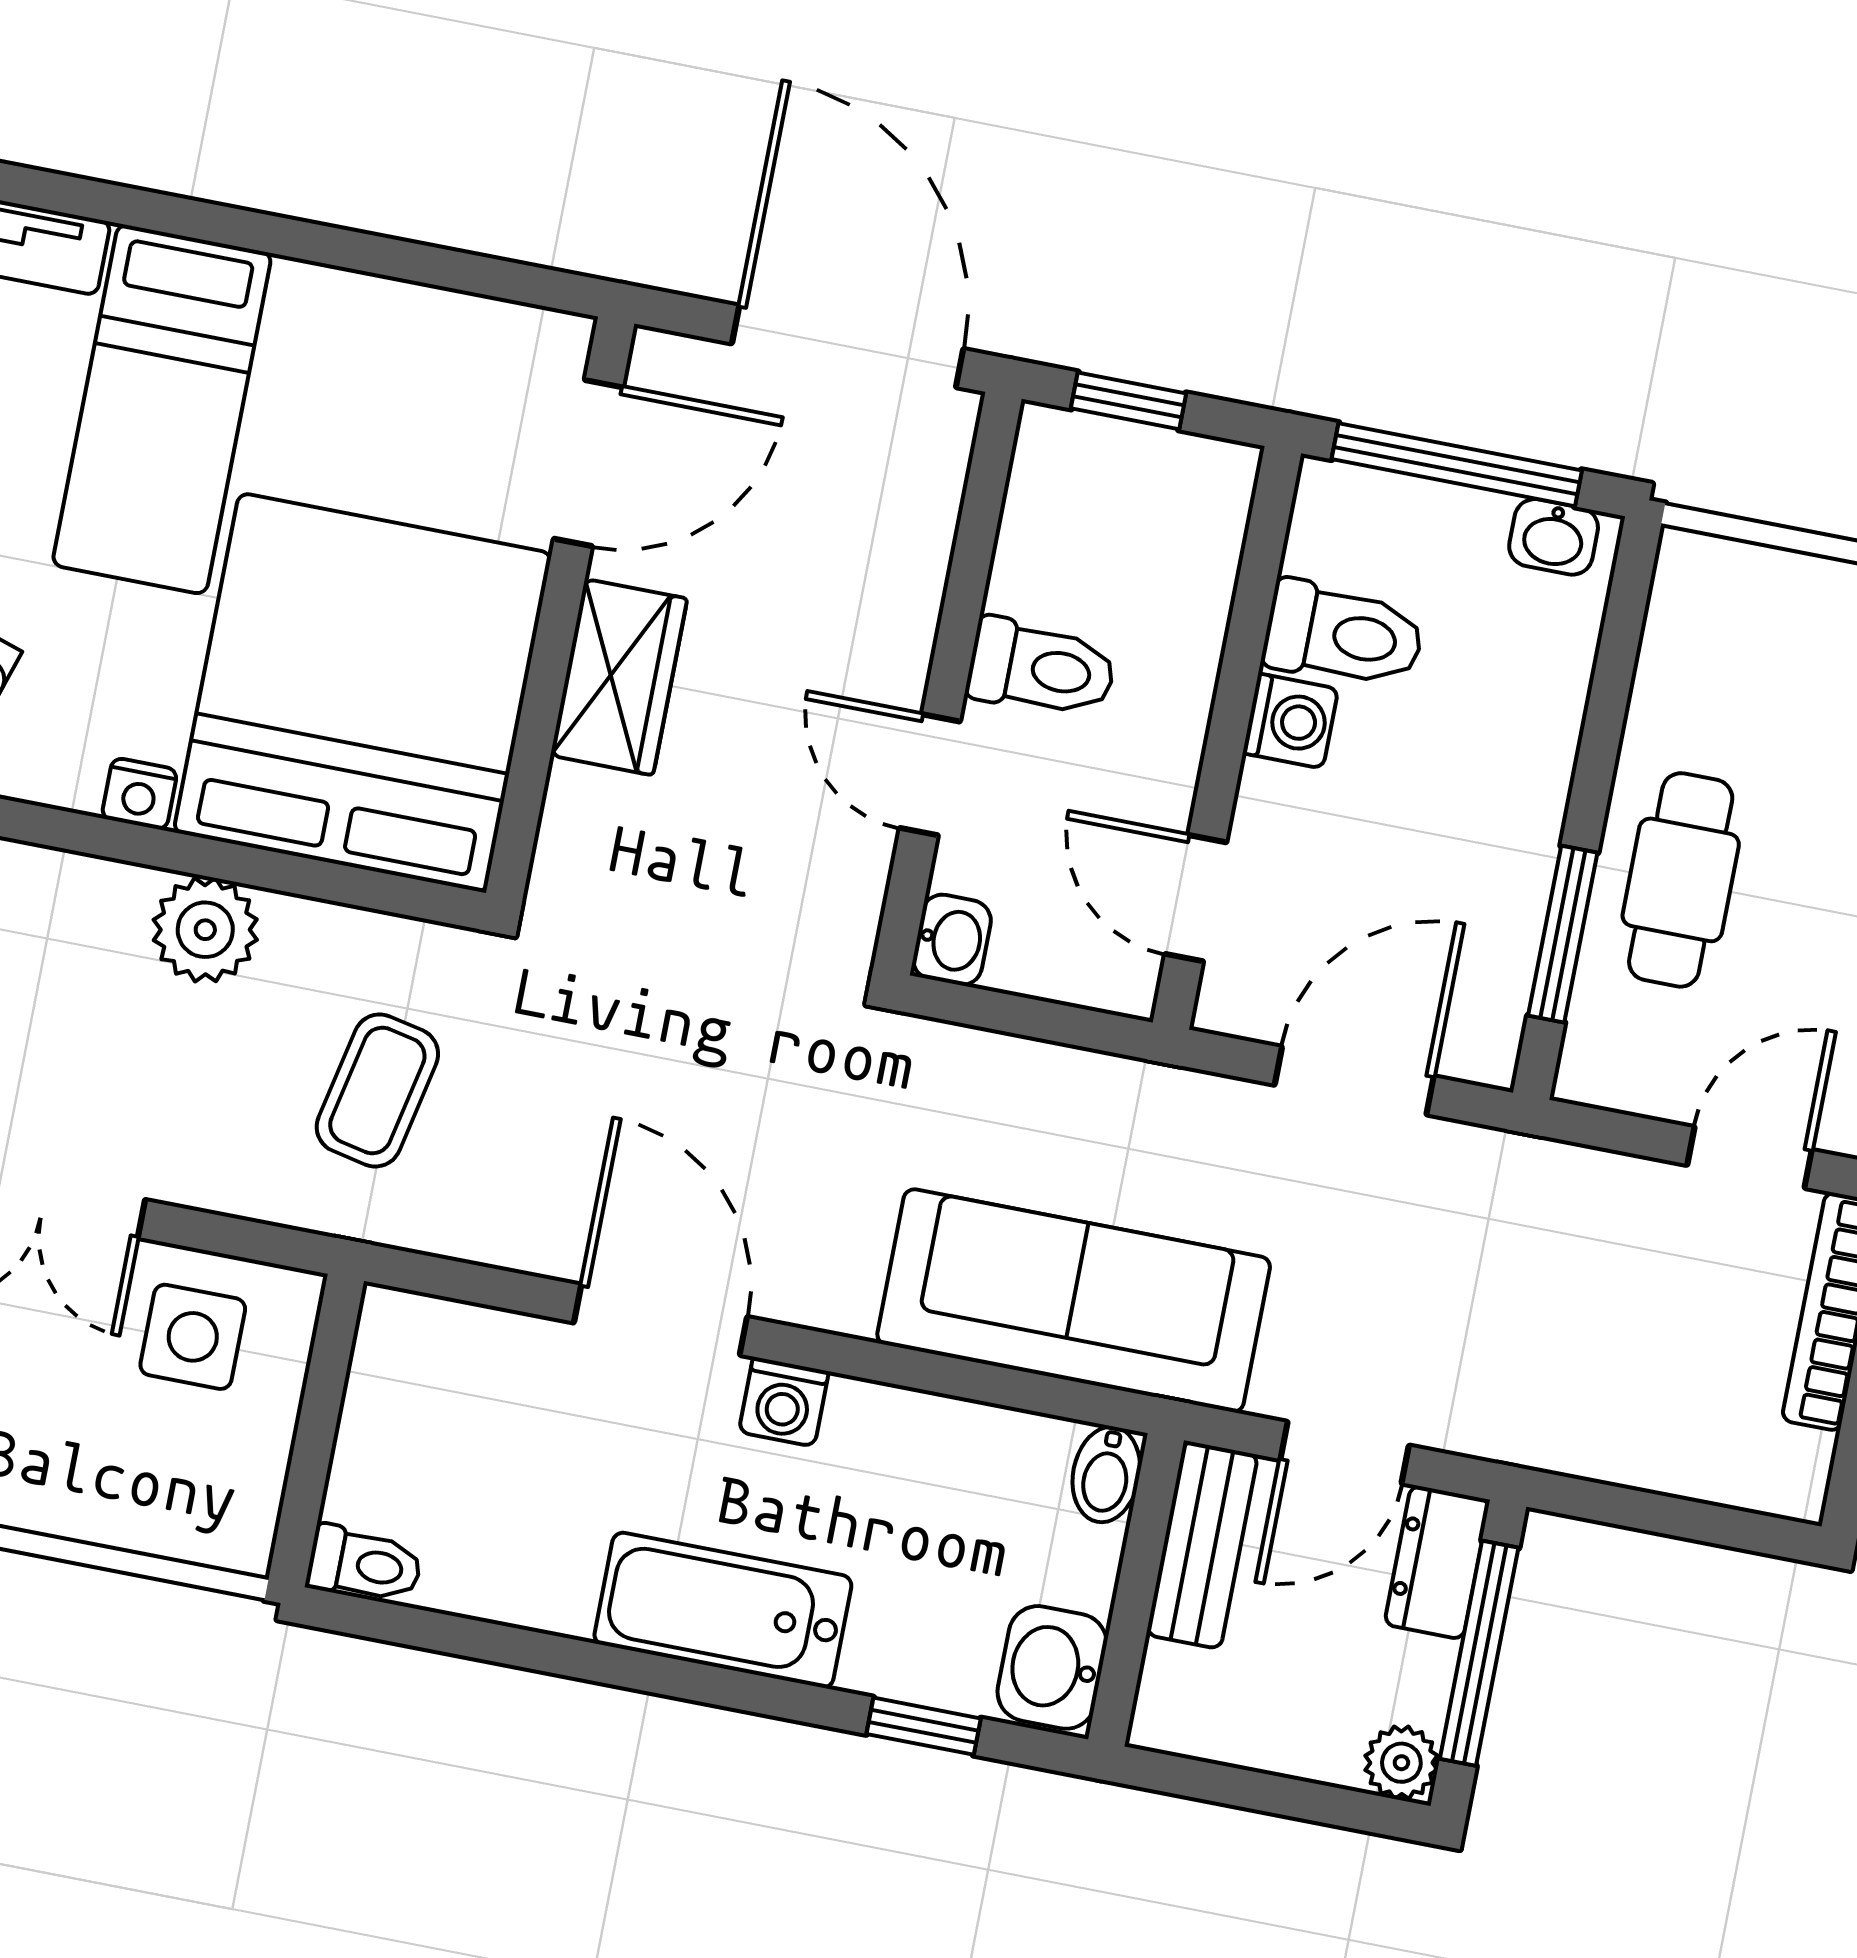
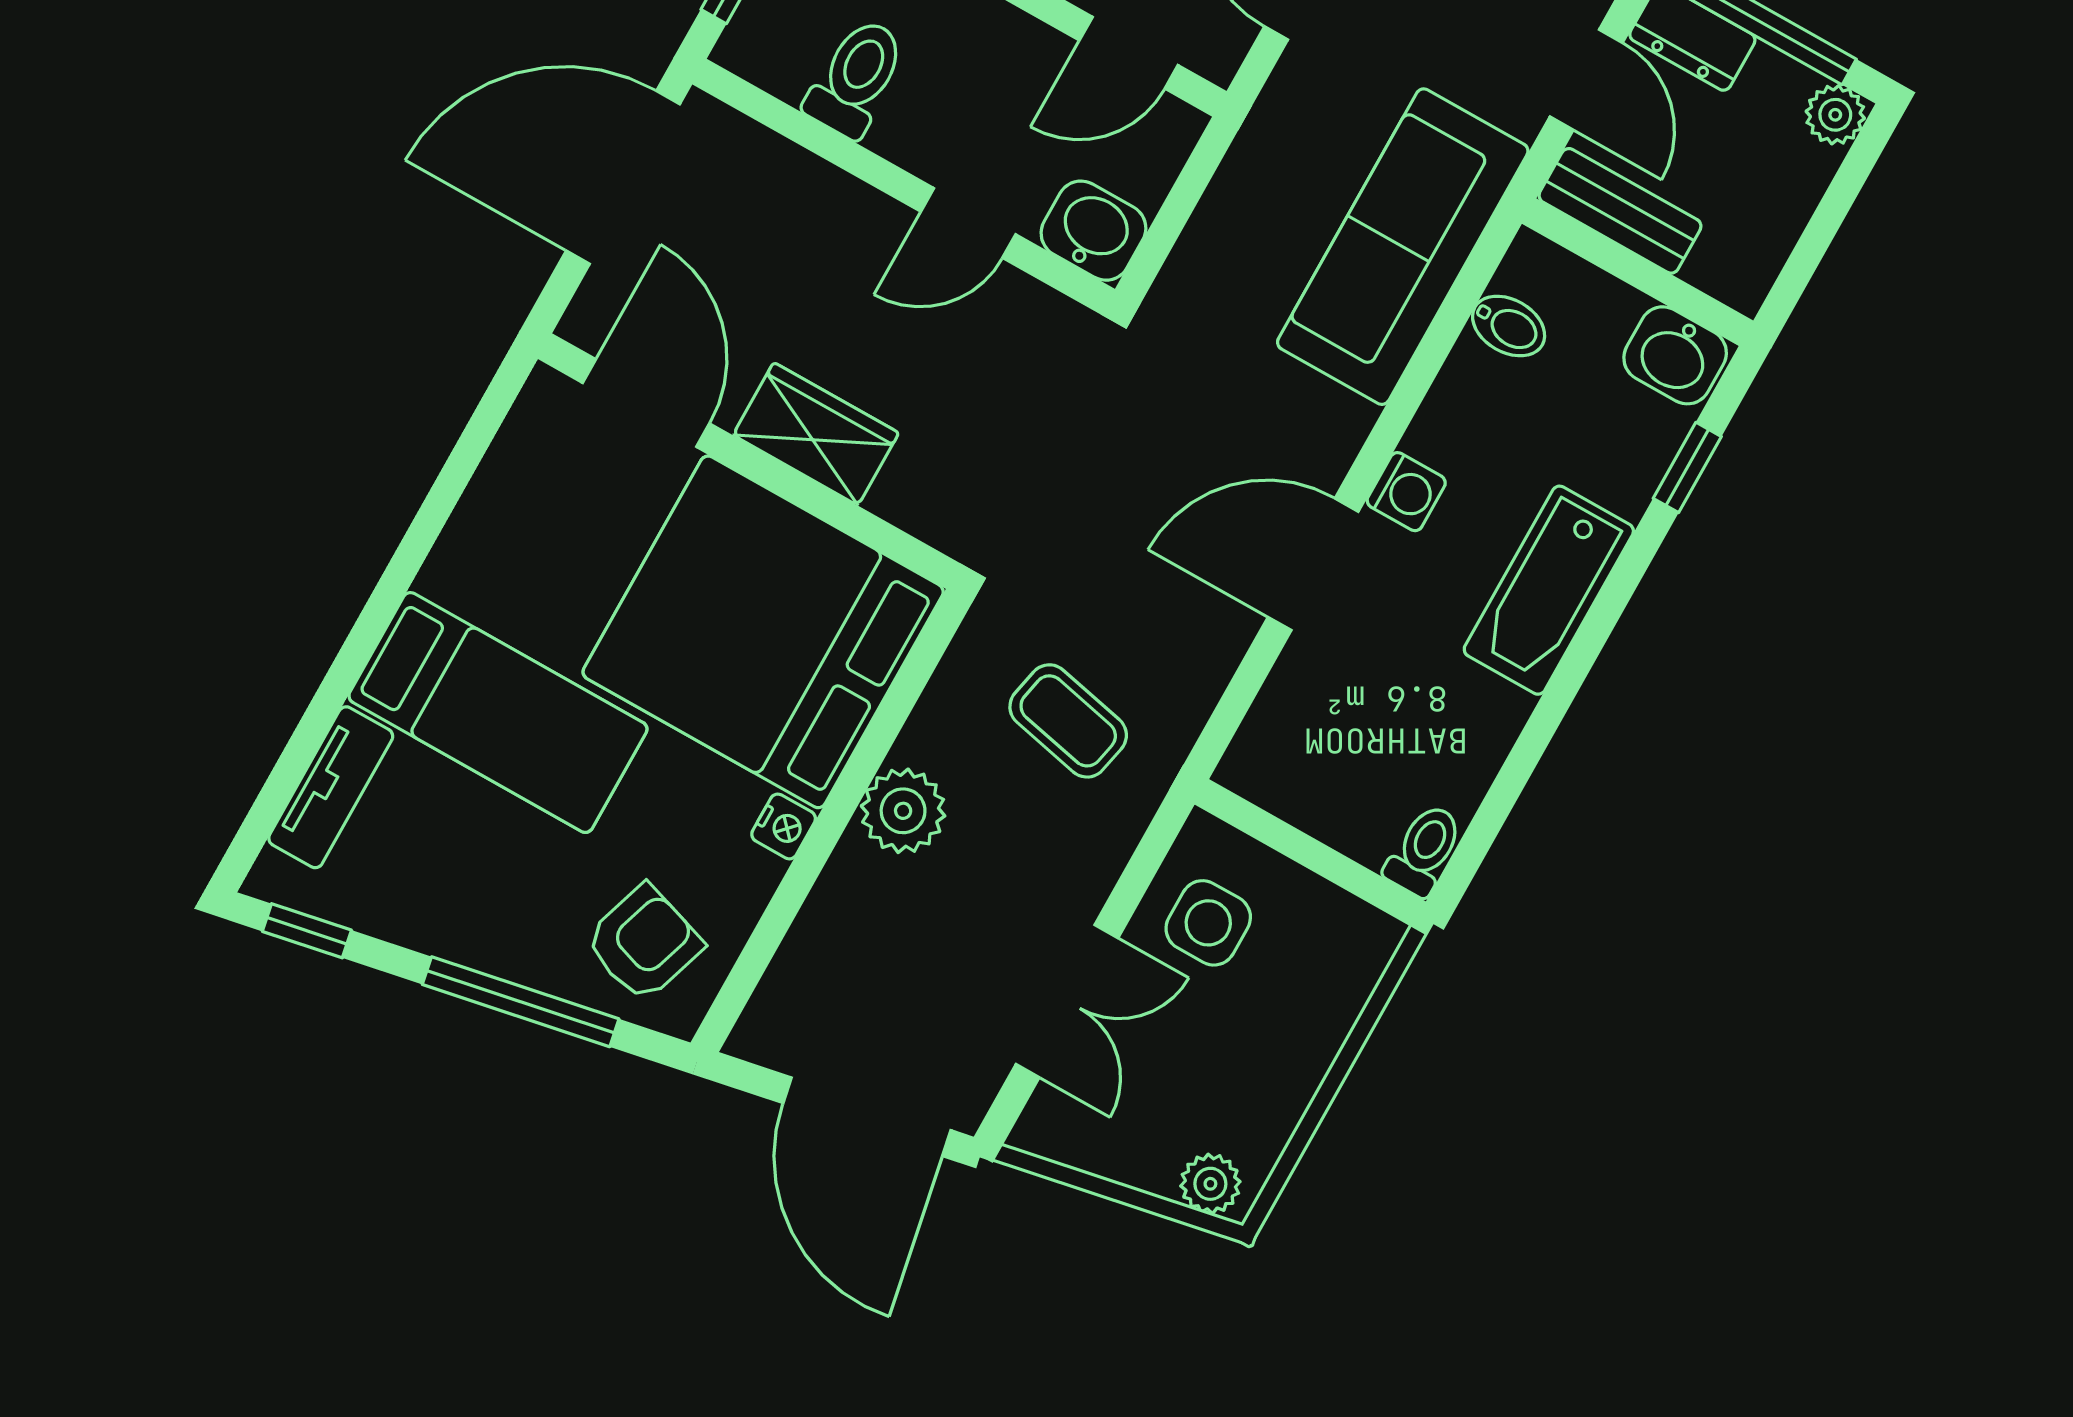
toilet: (1041, 668) -> (856, 78), moved
washbasin: (952, 940) -> (1093, 231), width x1.38, depth x1.45
bidet: (1106, 1474) -> (1509, 326), moved

